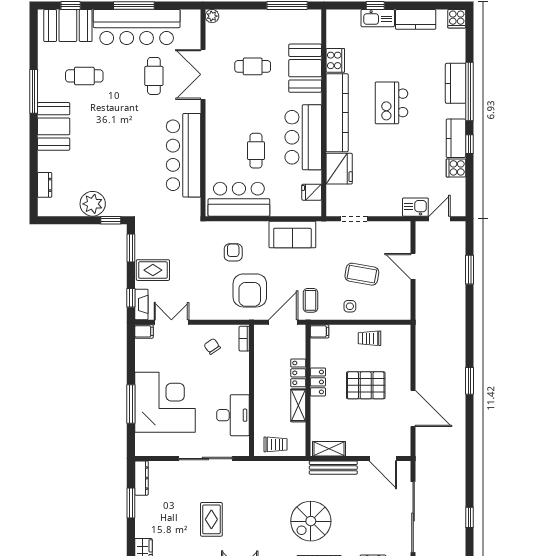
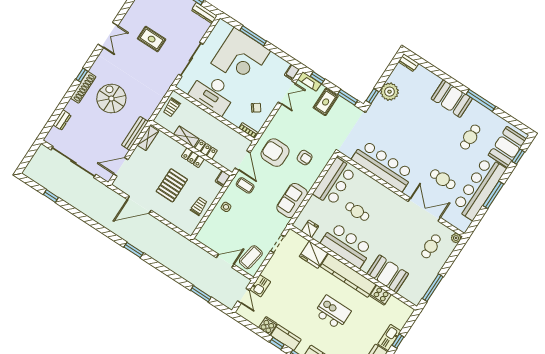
cafe table: (253, 66) -> (431, 246), moved
dresser: (45, 185) -> (408, 63), moved
coffee table: (362, 274) -> (251, 257), moved
desk: (233, 415) -> (213, 93), width x1.36, depth x1.30

